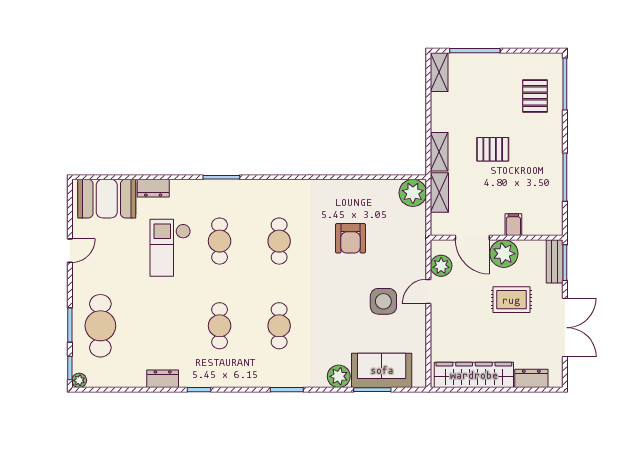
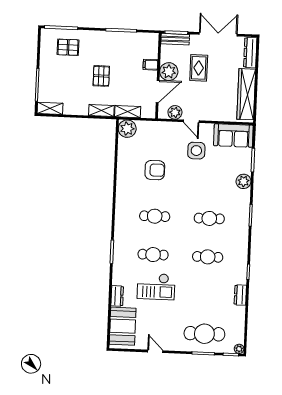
sofa: (382, 370) -> (233, 135), moved, turned -90
dresser: (531, 378) -> (250, 53), width x1.44

